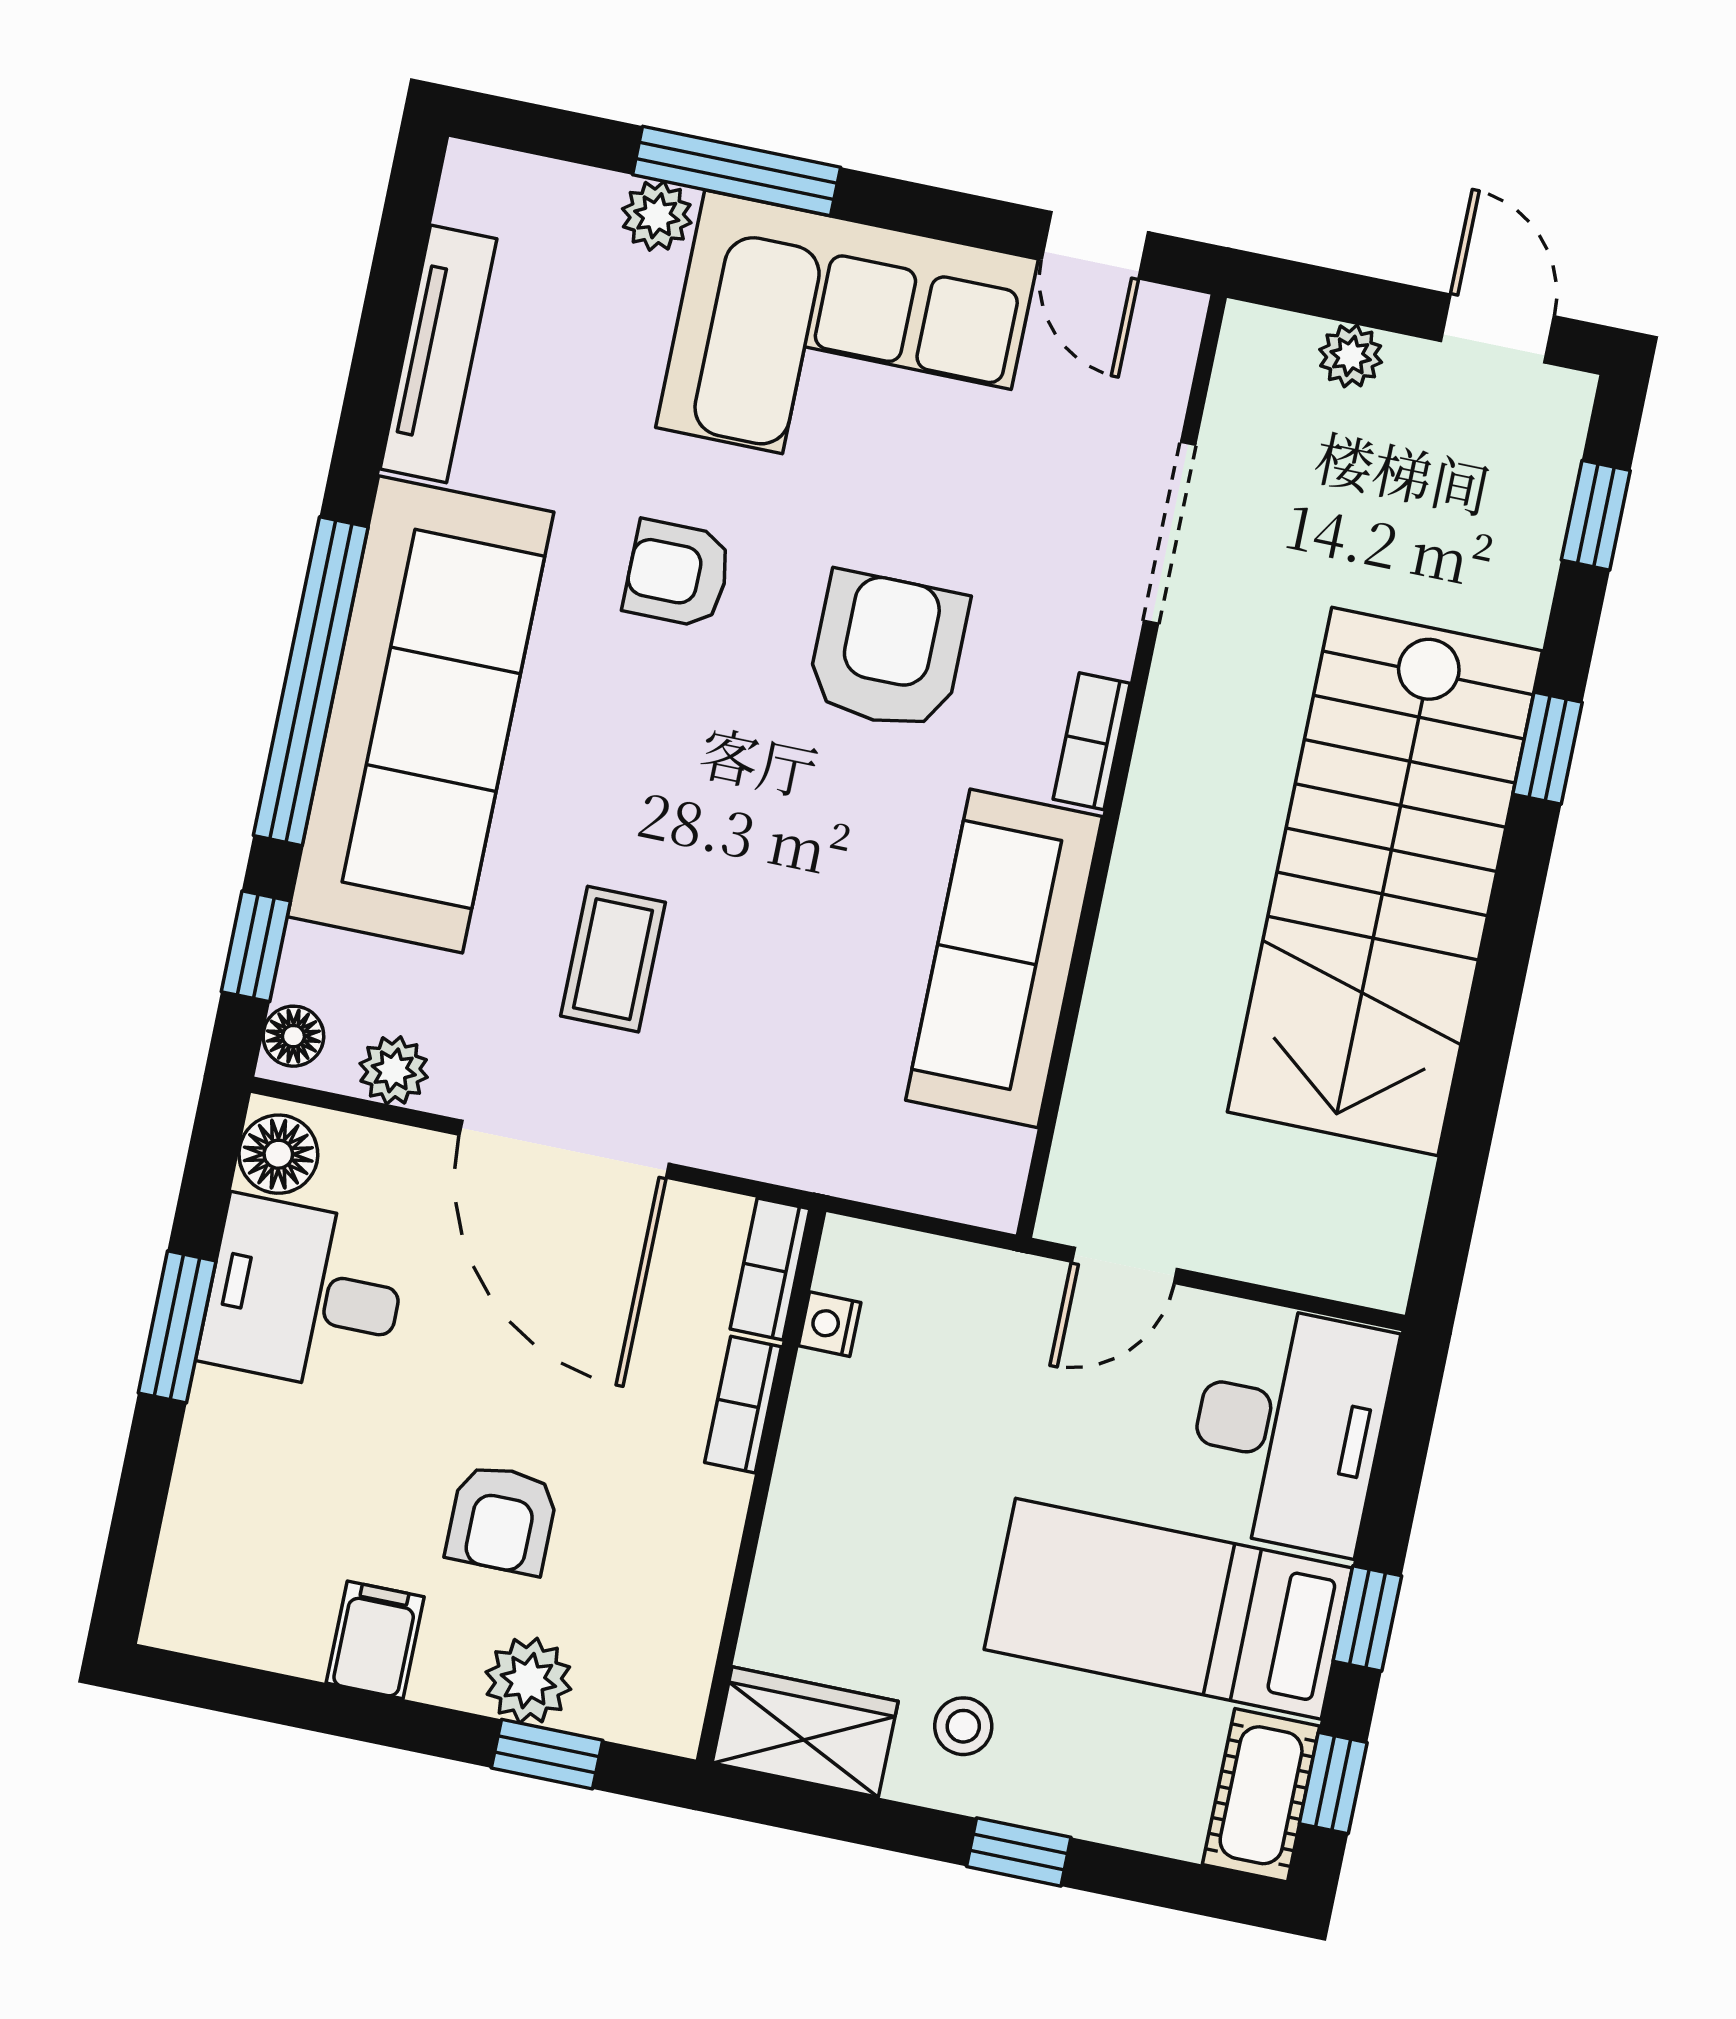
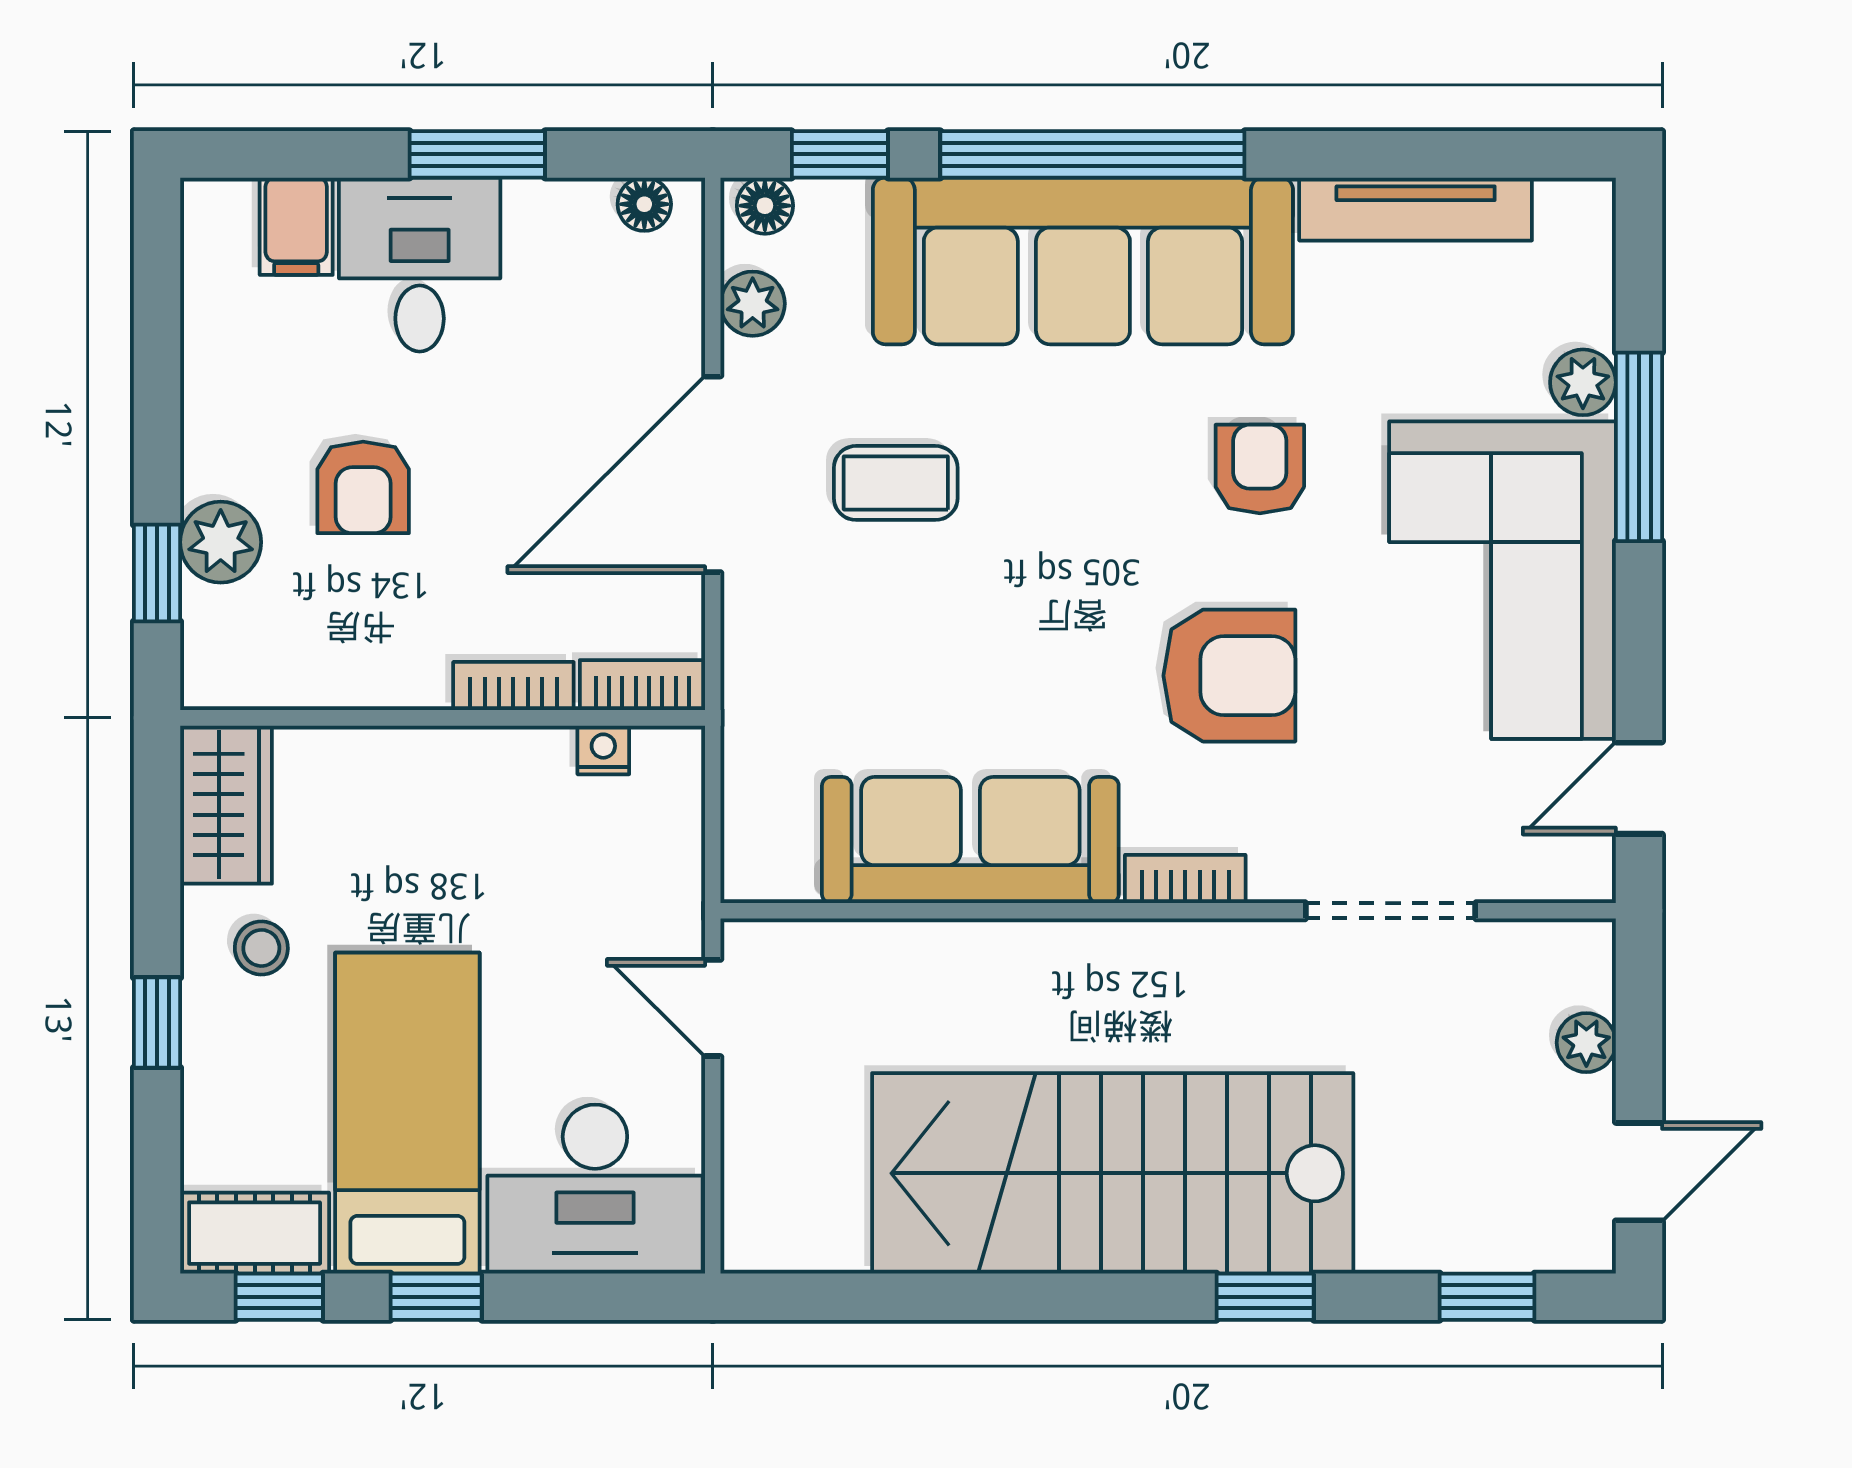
floor lamp: (278, 1154) -> (644, 204), width x0.73, depth x0.73
desk: (304, 1295) -> (420, 265), moved
armchair: (502, 1519) -> (363, 487), turned -90
filing cabinet: (375, 1640) -> (296, 226), moved, turned 90

